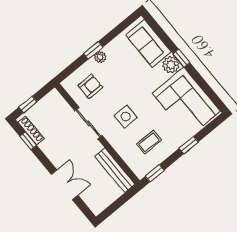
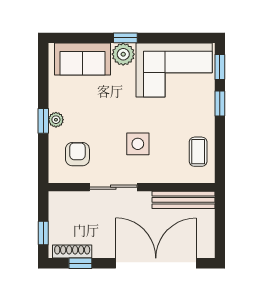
coffee table: (149, 142) -> (198, 152), moved
window: (155, 173) -> (220, 67), moved
double door: (65, 185) -> (156, 263), width x1.87

